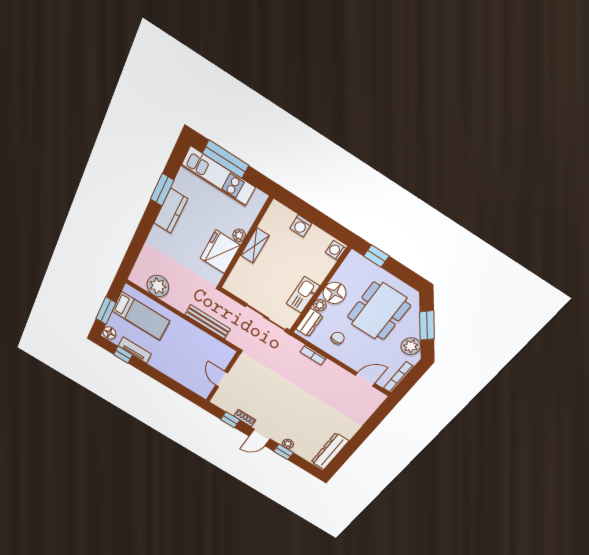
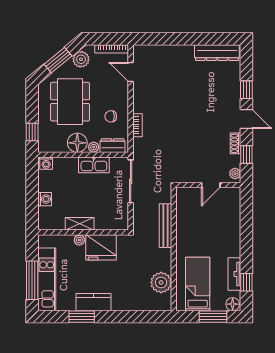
dining table: (379, 311) -> (70, 102), turned 90
plant: (288, 444) -> (235, 174), moved

